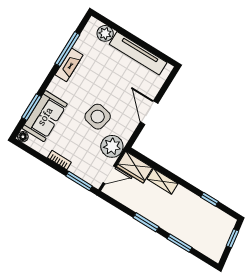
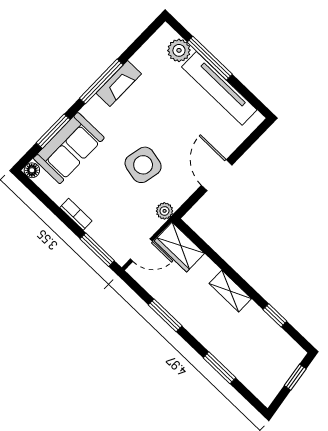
window: (127, 34) -> (210, 58), added
window: (67, 49) -> (101, 81), moved
plant: (112, 146) -> (165, 211), width x0.53, depth x0.53
shelving: (162, 181) -> (230, 291), moved
window: (146, 222) -> (165, 315), moved

